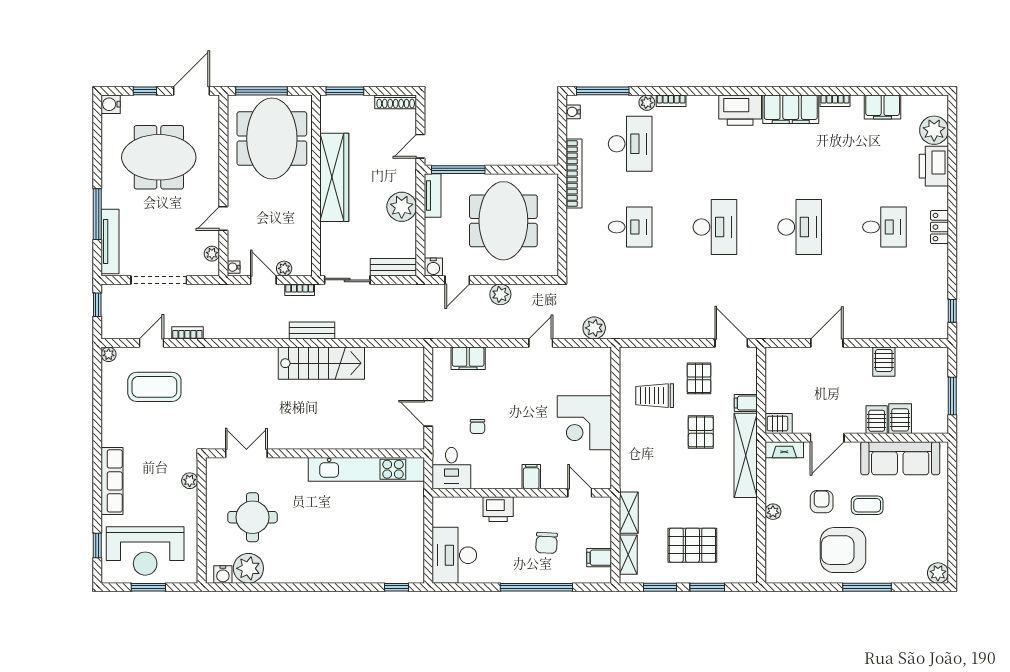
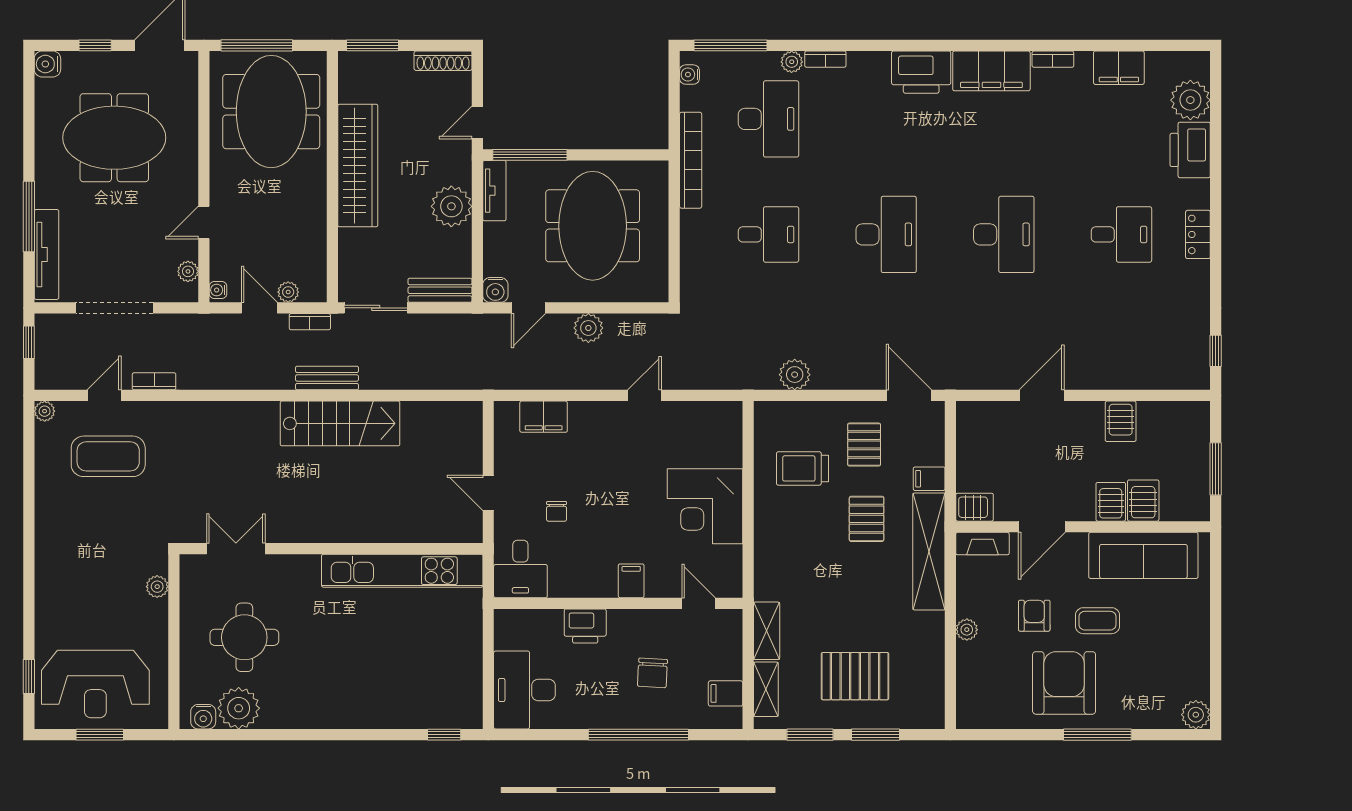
plant: (594, 328) -> (795, 375), moved
row of seats: (112, 481) -> (49, 587), removed
armchair: (843, 550) -> (1064, 683), turned 90

